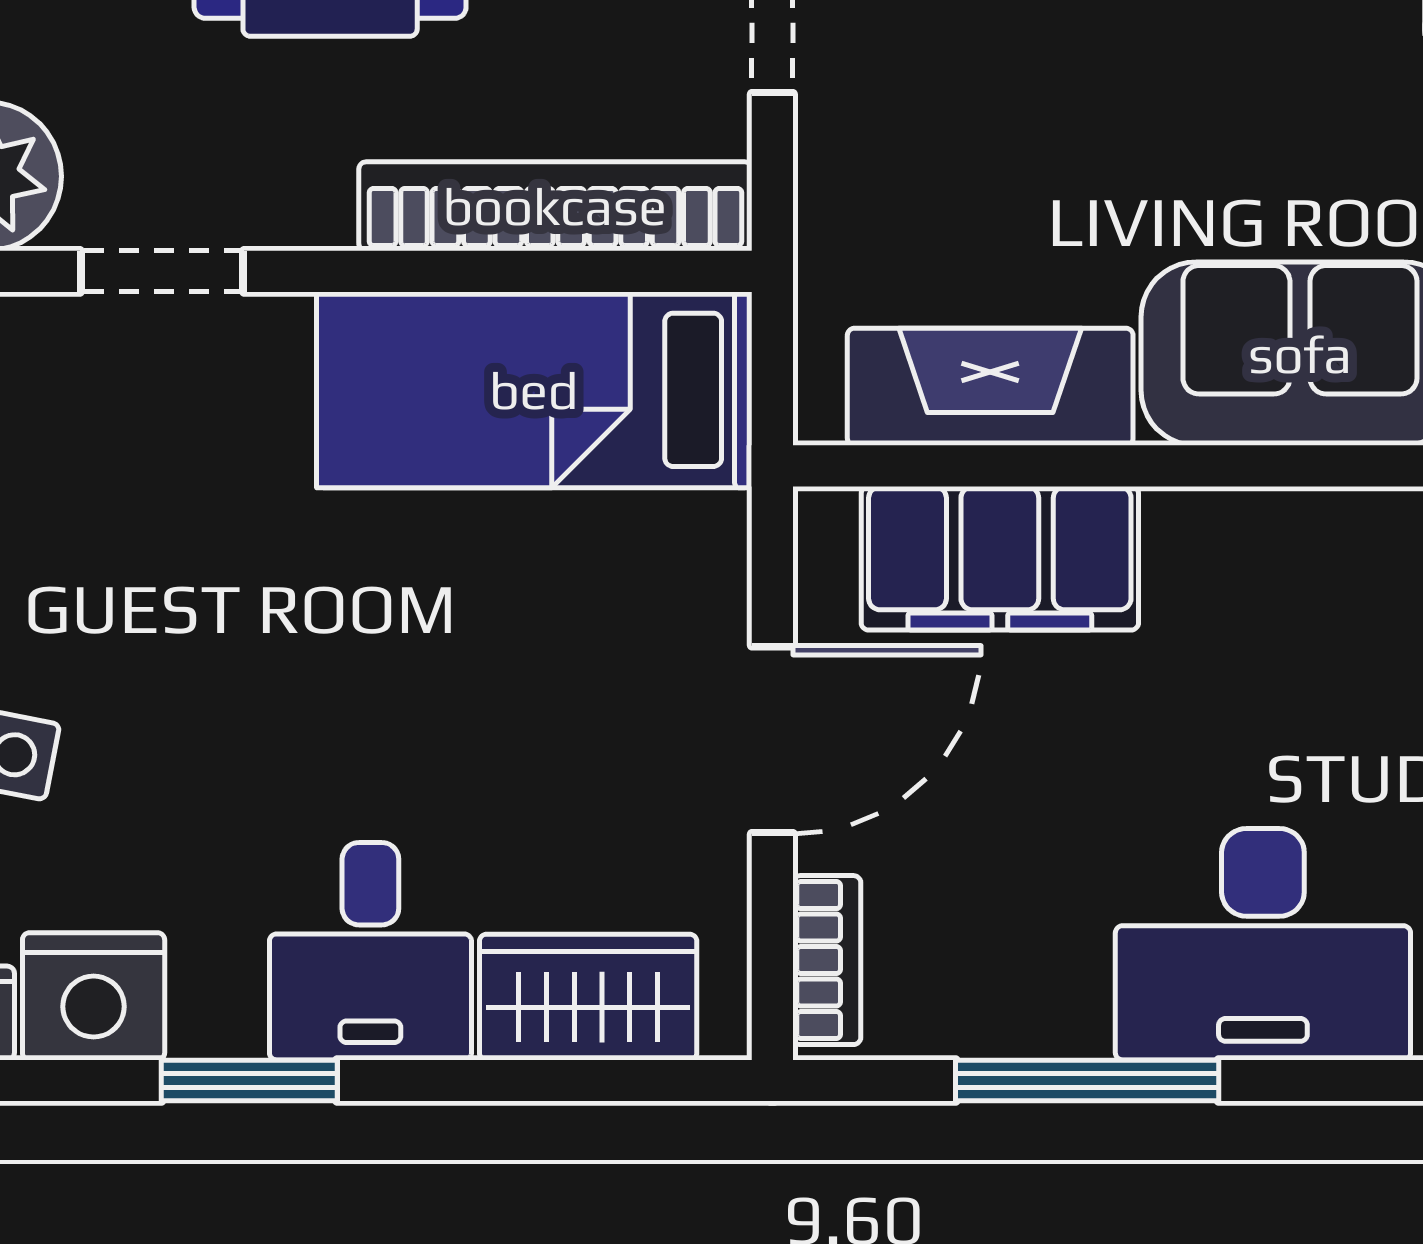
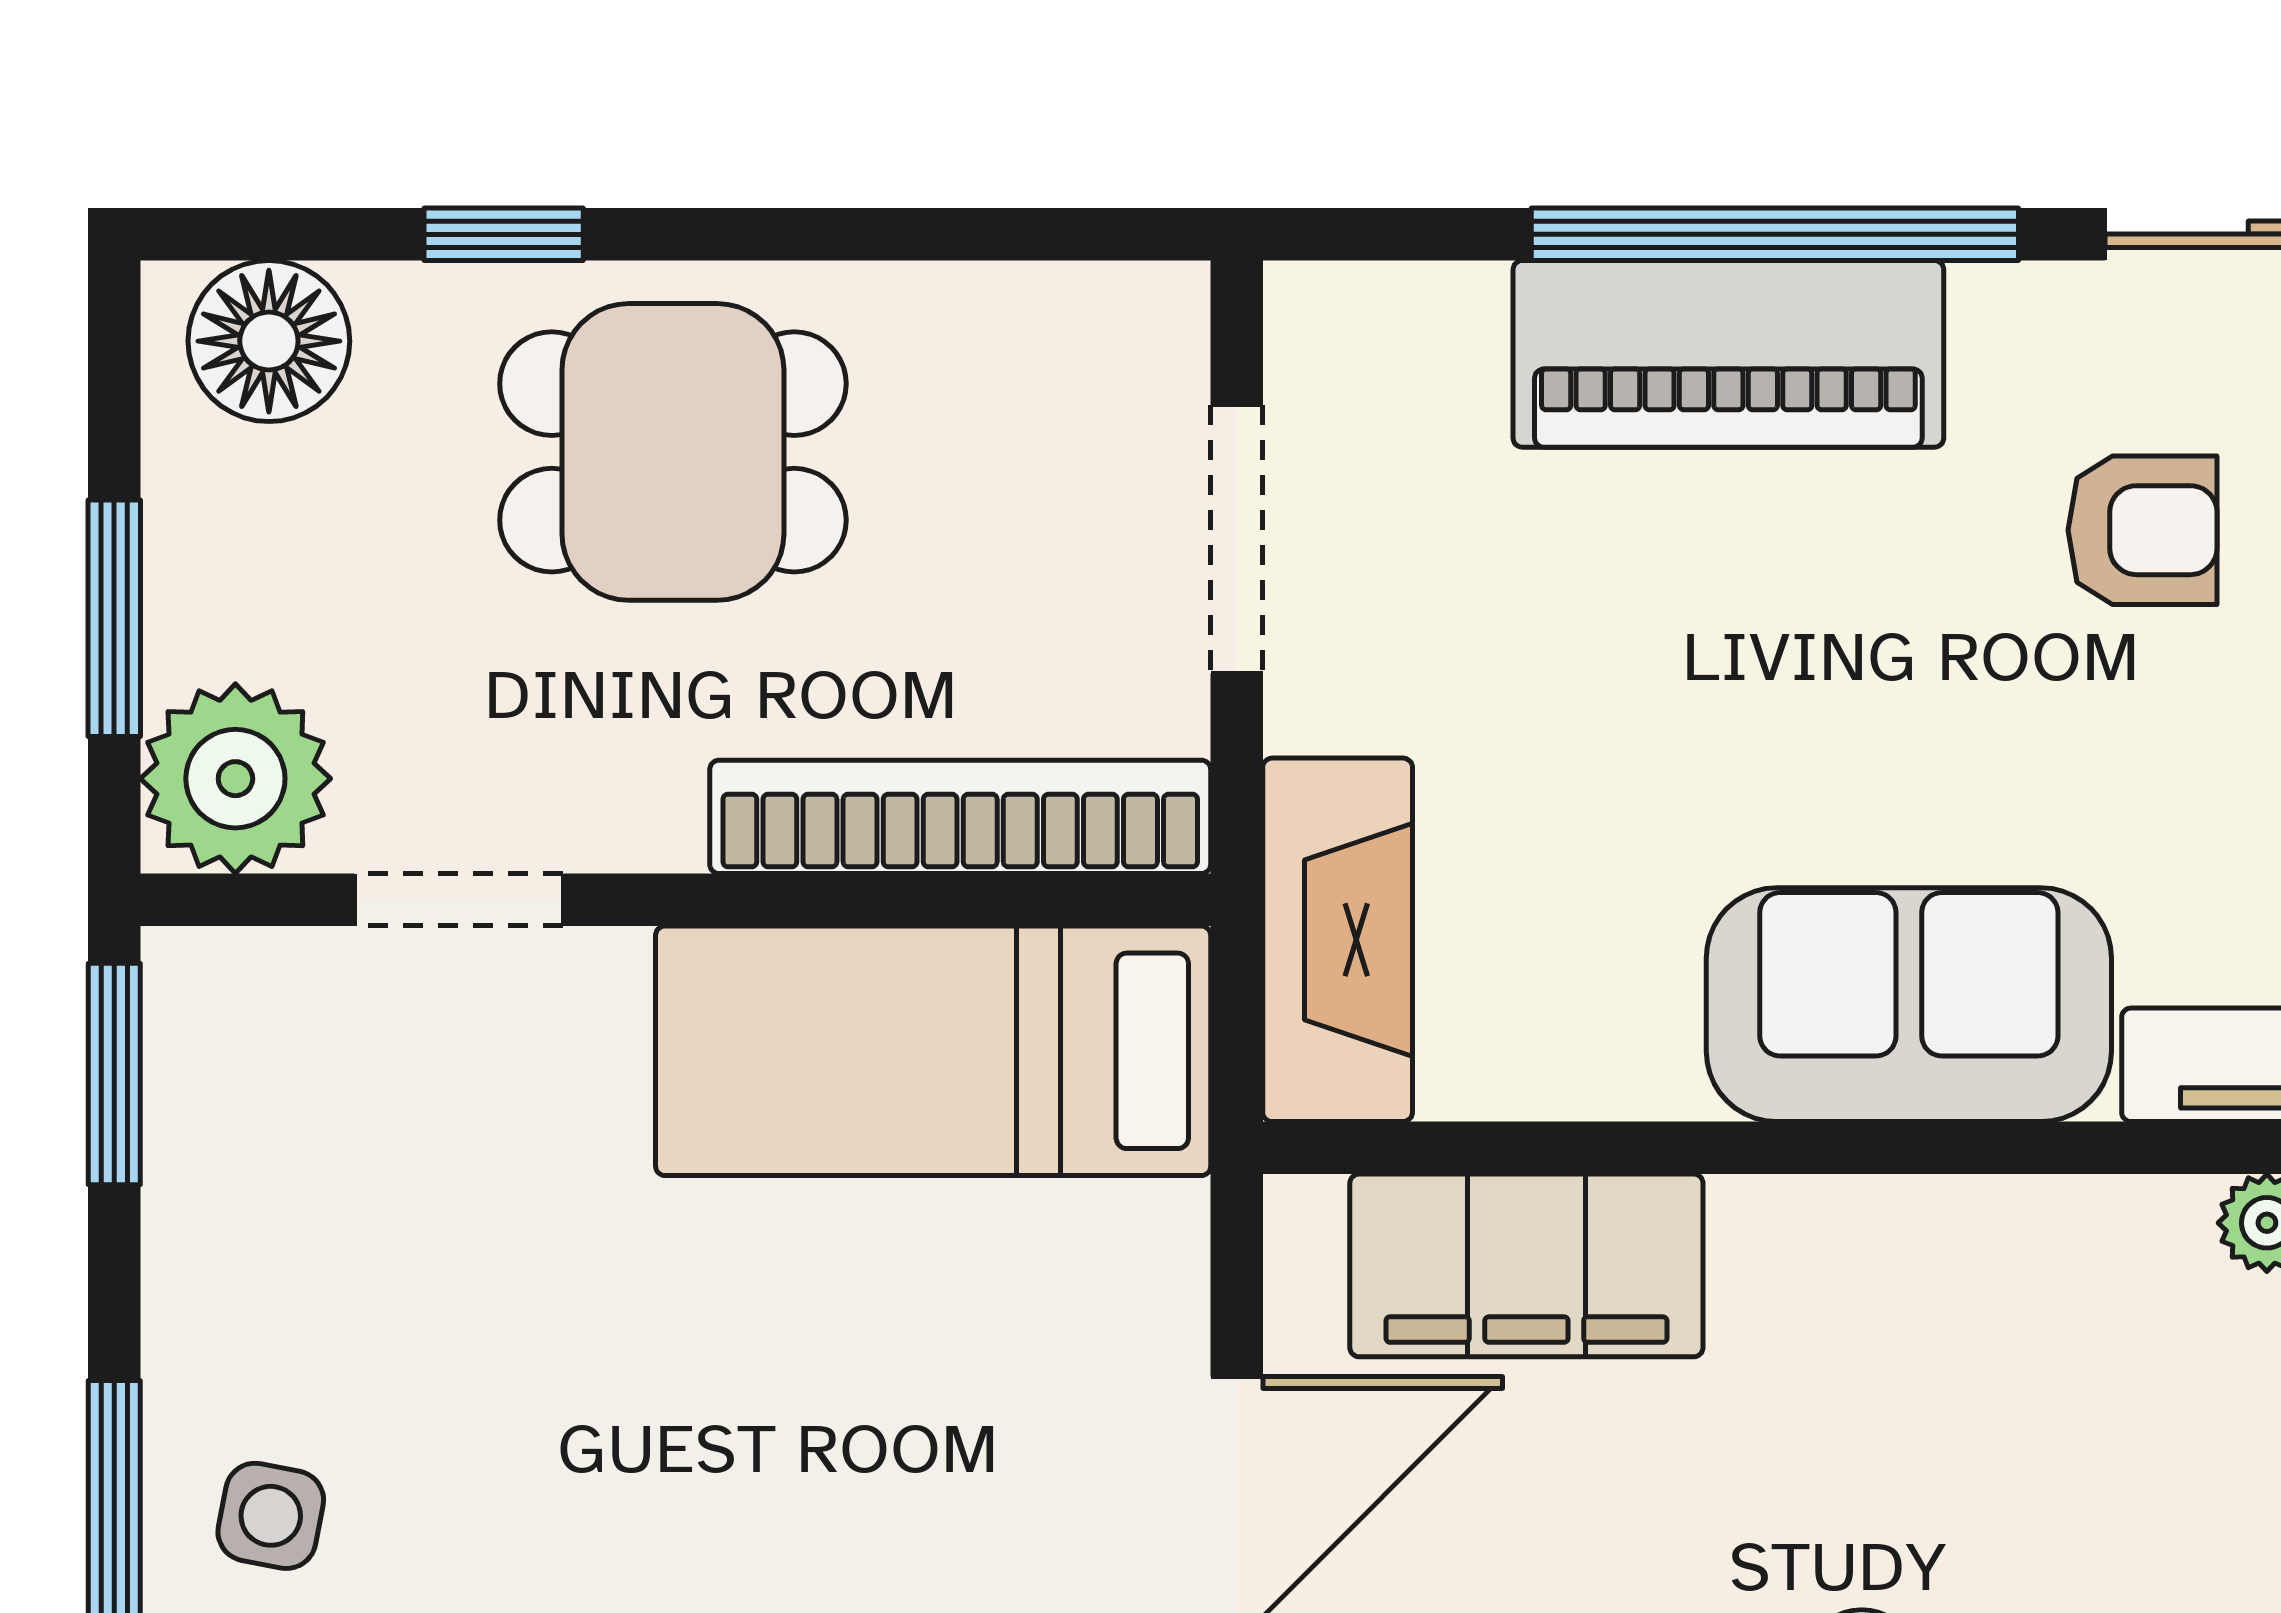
fireplace: (990, 387) -> (1338, 940), moved, turned 90

